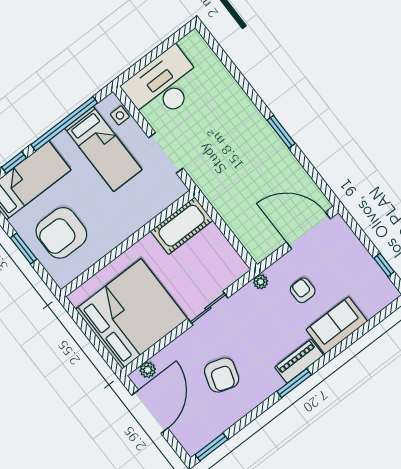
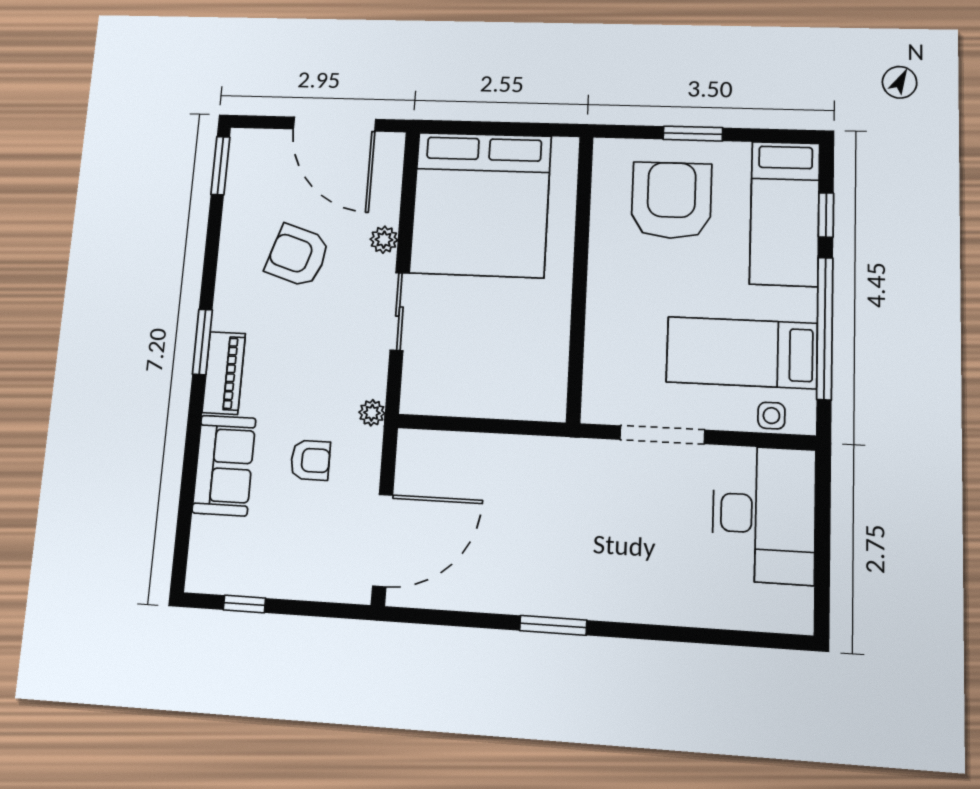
cot: (182, 226) -> (541, 370), removed
plant: (148, 370) -> (384, 240), moved

